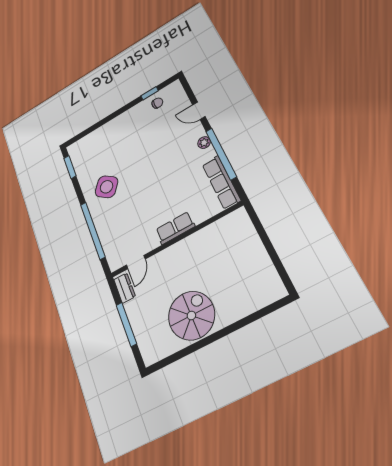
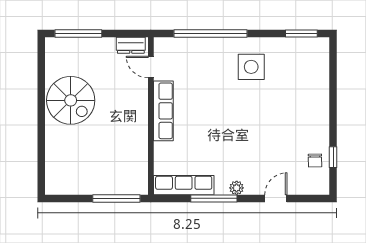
window: (221, 154) -> (214, 198), width x0.68
side table: (107, 187) -> (251, 67), turned -37
row of seats: (175, 228) -> (163, 111), width x1.48
window: (260, 229) -> (116, 198), added
window: (126, 324) -> (78, 34), moved

